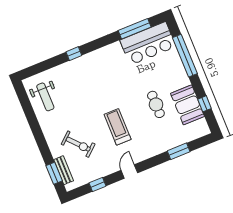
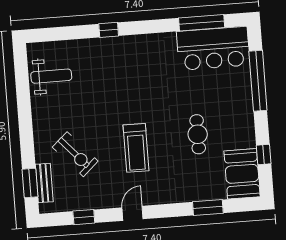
weight bench: (45, 97) -> (51, 76), turned -90
booth: (188, 105) -> (242, 174), moved
treadmill: (118, 127) -> (136, 148), turned 180

